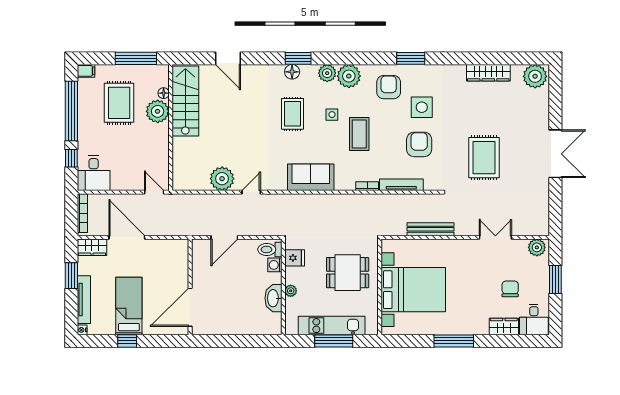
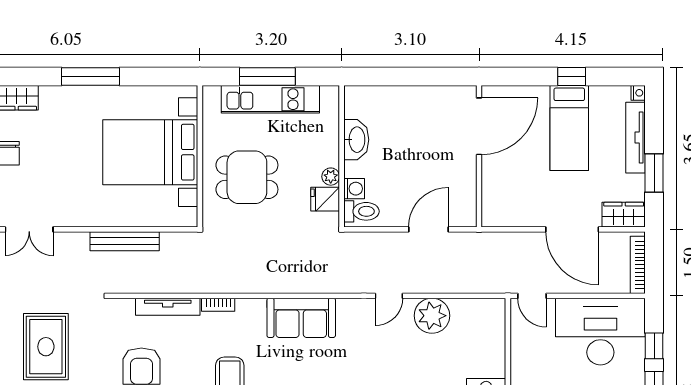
desk: (94, 173) -> (600, 332), width x1.87, depth x1.30
plant: (291, 291) -> (331, 177), moved

